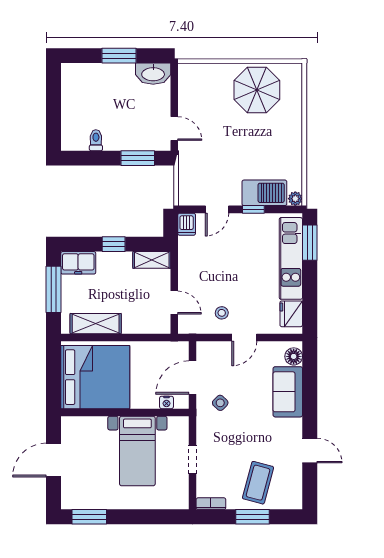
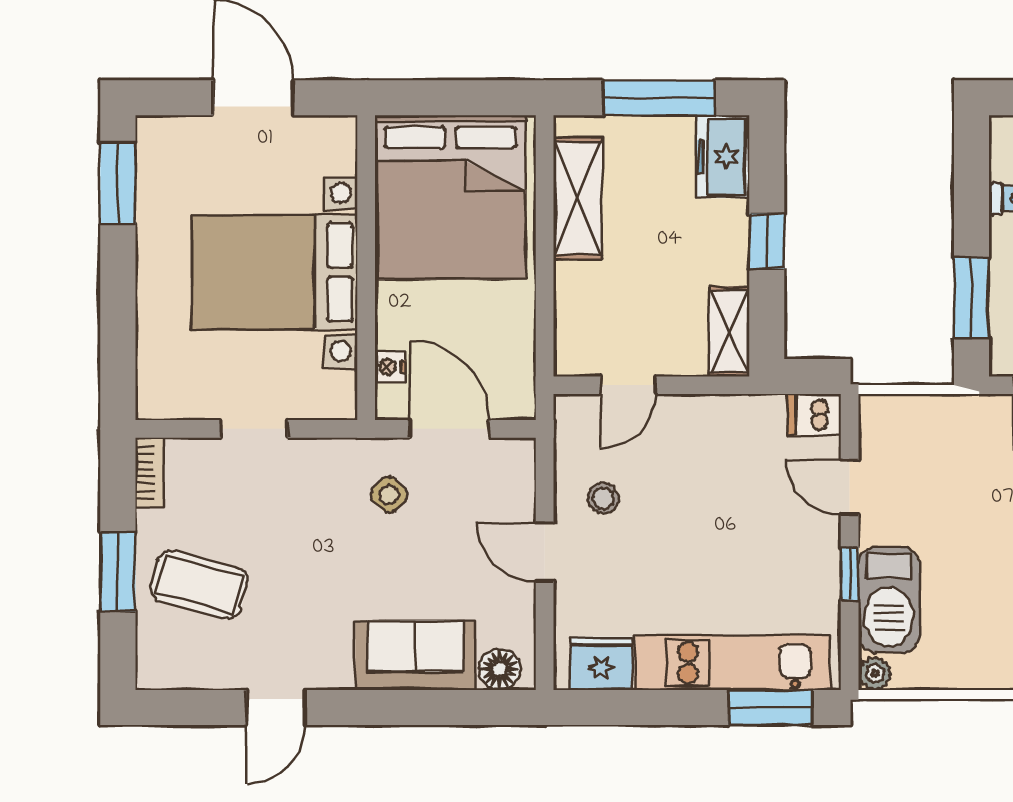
bed with nightstands: (137, 451) -> (275, 272), width x1.36

